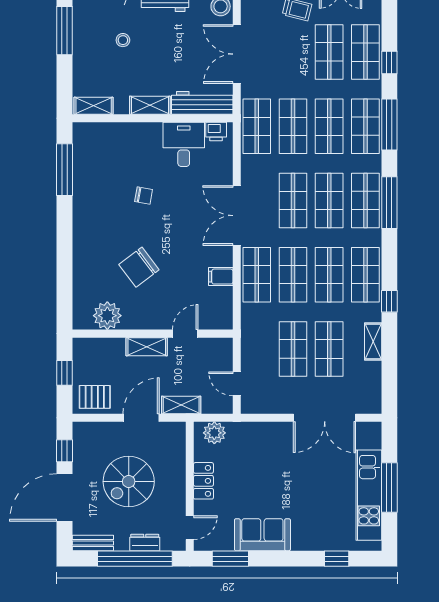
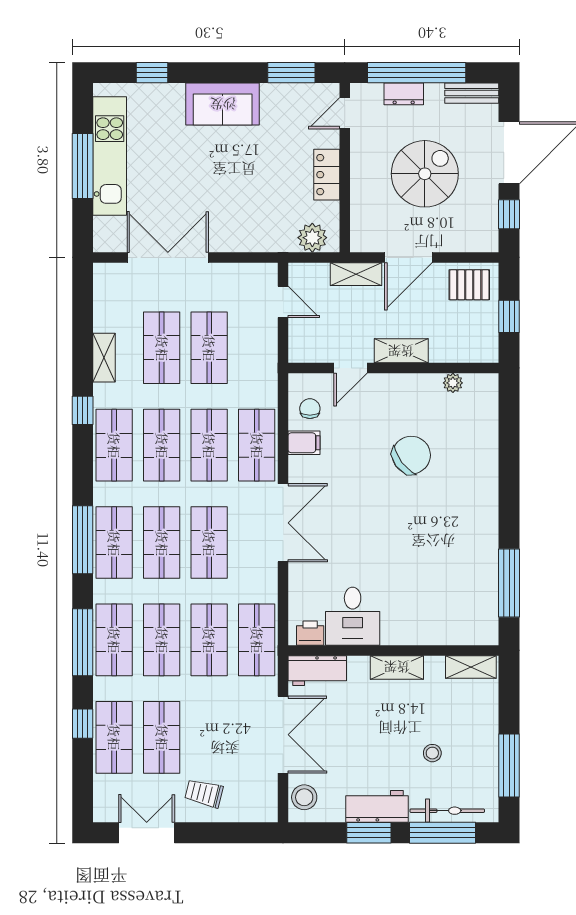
workbench: (202, 103) -> (317, 671), width x0.73
chair: (144, 196) -> (310, 409), moved, turned 80
plant: (107, 316) -> (453, 383), width x0.53, depth x0.53
sofa: (262, 535) -> (223, 104), moved

